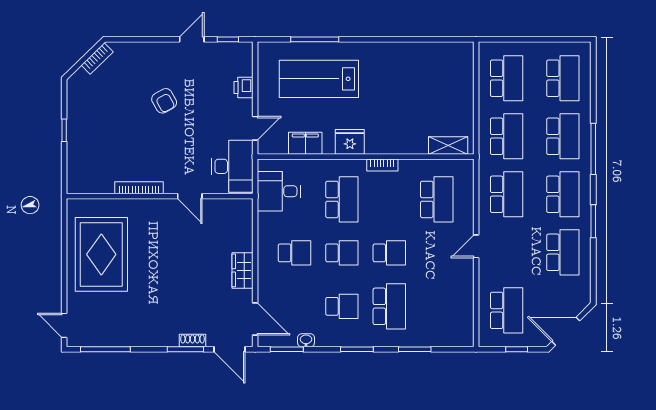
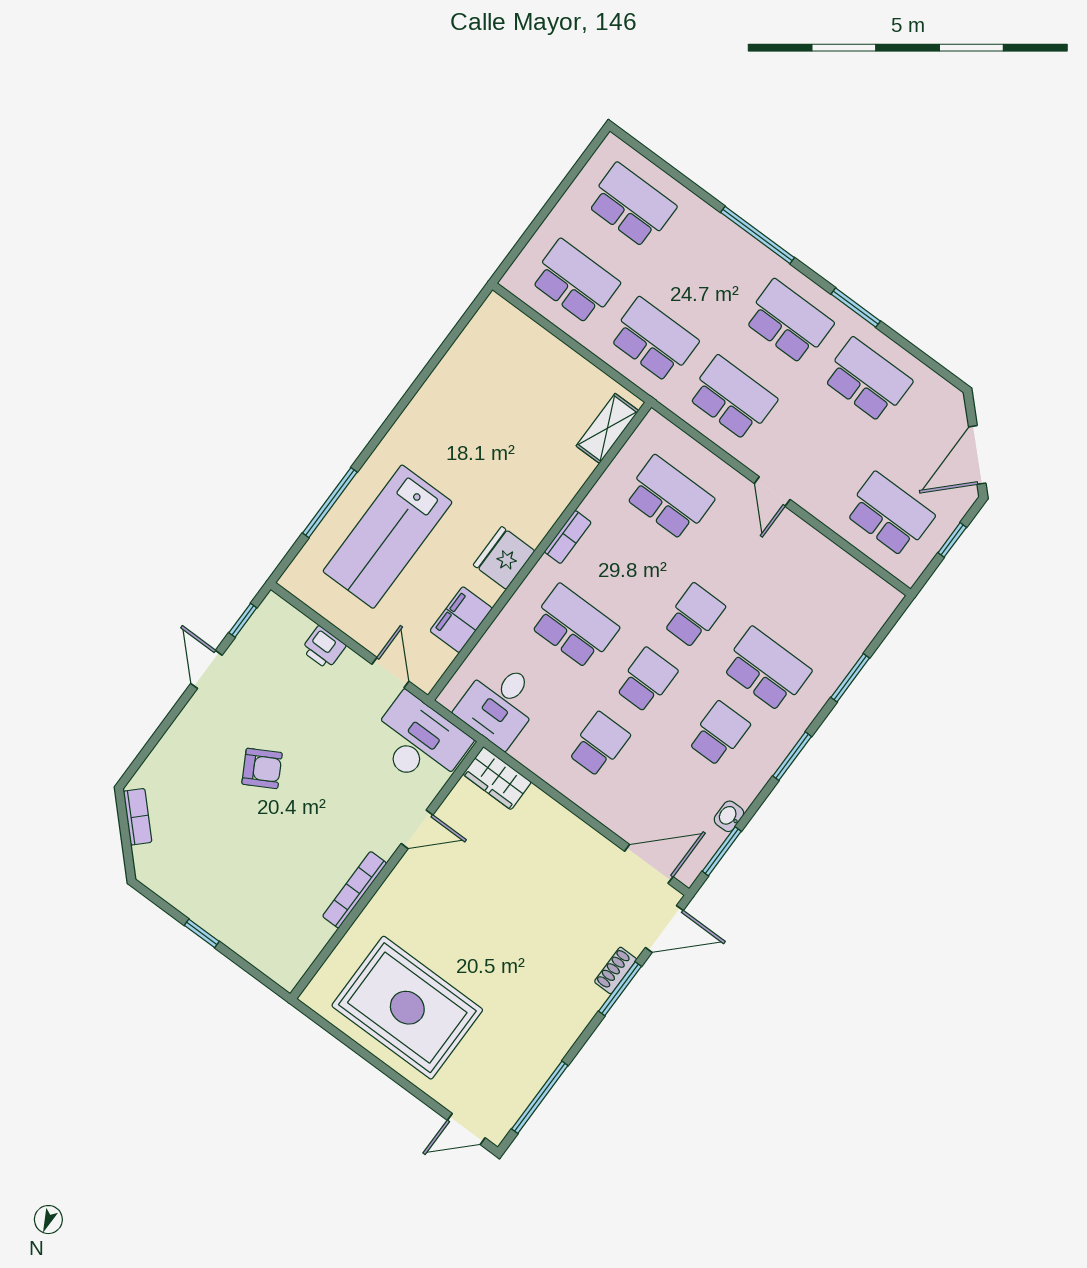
school desk: (563, 136) -> (710, 264), removed
wardrobe: (242, 270) -> (497, 778), moved

